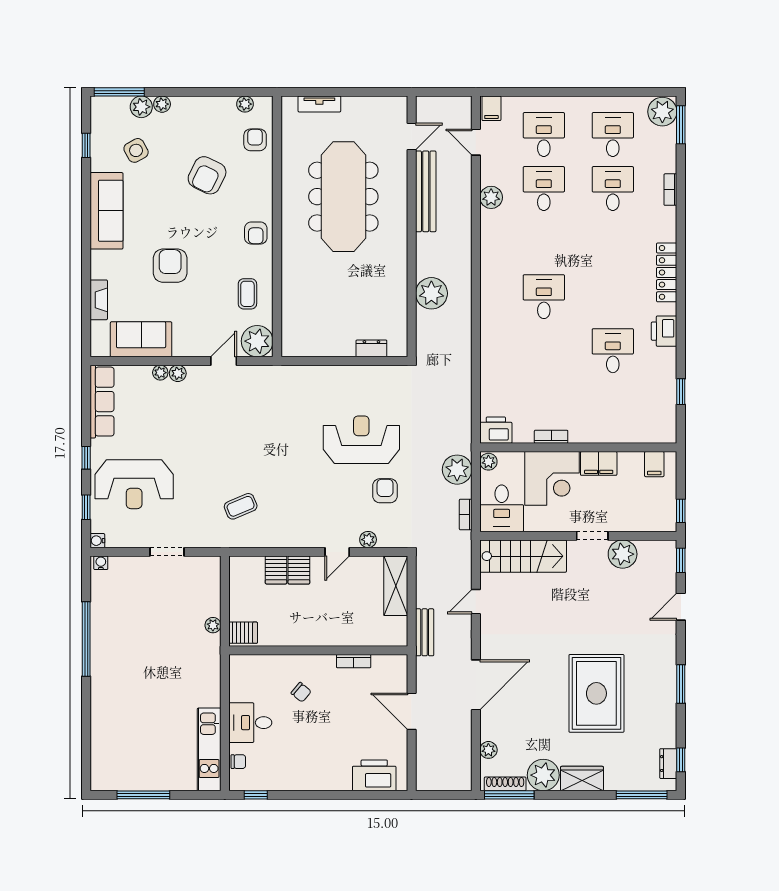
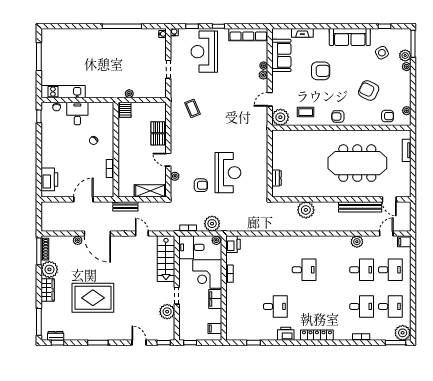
door: (224, 361) -> (270, 99), swing flipped
plant: (488, 750) -> (78, 240), moved

